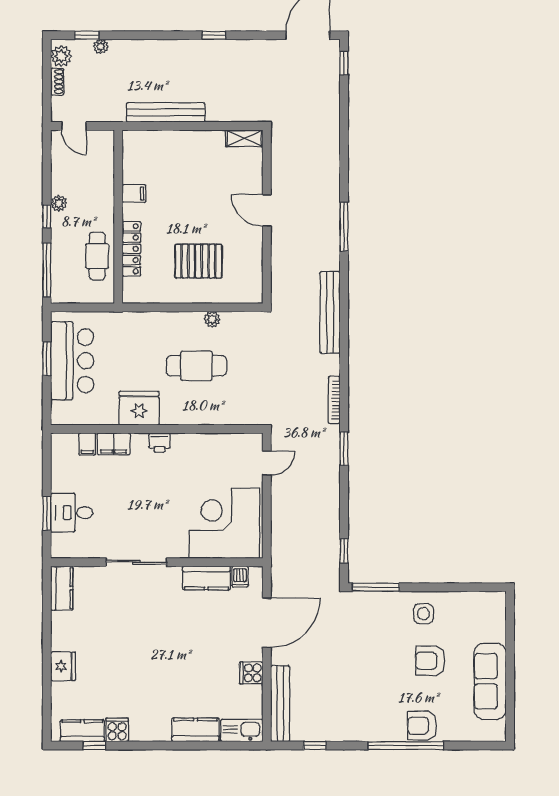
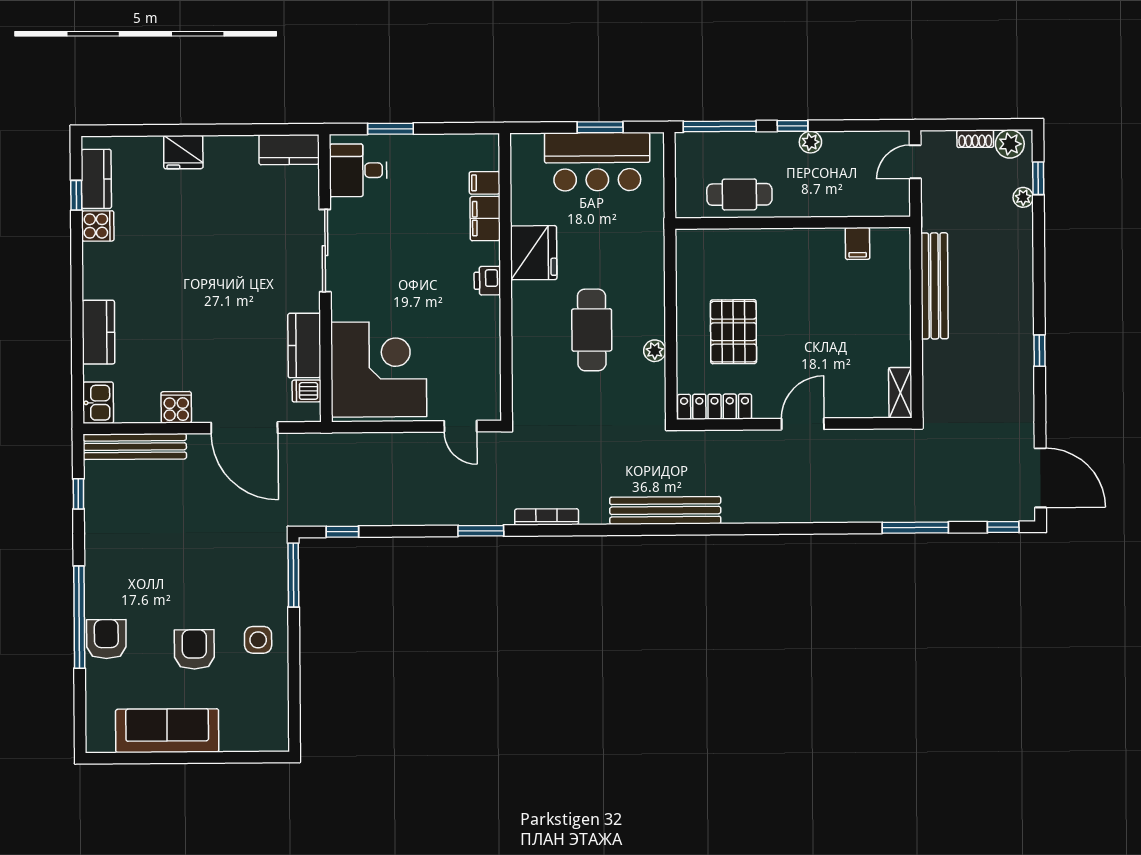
filing cabinet: (134, 193) -> (858, 243), moved
window: (344, 227) -> (915, 528), moved
locker: (131, 249) -> (715, 407), moved, turned 180
desk: (72, 513) -> (358, 170), moved, turned -90
kitchen sink: (242, 731) -> (98, 403), width x0.73

